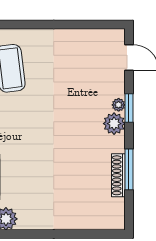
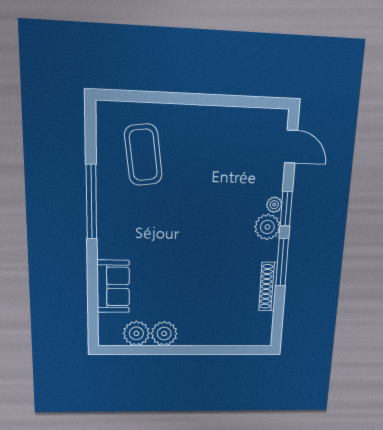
window: (129, 169) -> (282, 262), moved
plant: (30, 219) -> (164, 334), added

